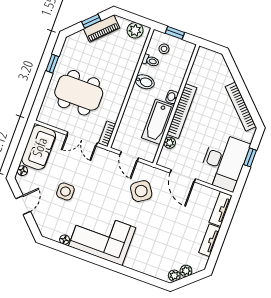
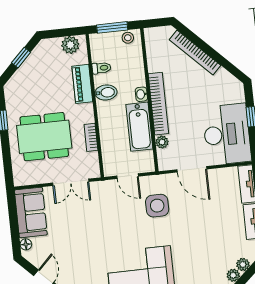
piano: (102, 28) -> (82, 84), moved, turned 135
window: (175, 33) -> (112, 27), width x1.50
stool: (164, 49) -> (128, 38), moved
bookcase: (241, 107) -> (195, 52), moved
bookcase: (107, 134) -> (91, 137), moved
side table: (65, 191) -> (80, 244), removed
side table: (141, 191) -> (157, 206), turned 34

